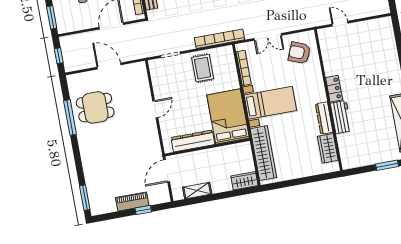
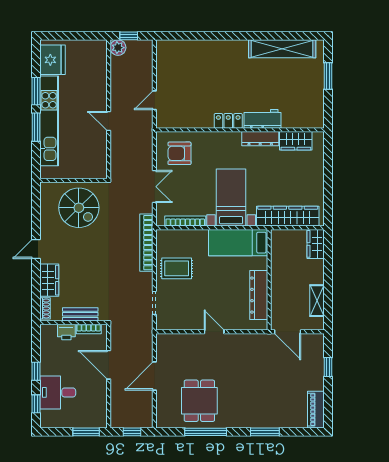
armchair: (299, 53) -> (179, 153), turned 68
bed: (228, 117) -> (238, 243), width x0.67
window: (85, 198) -> (265, 432), moved
piano: (132, 202) -> (316, 410), moved

